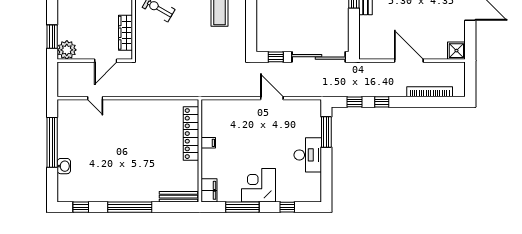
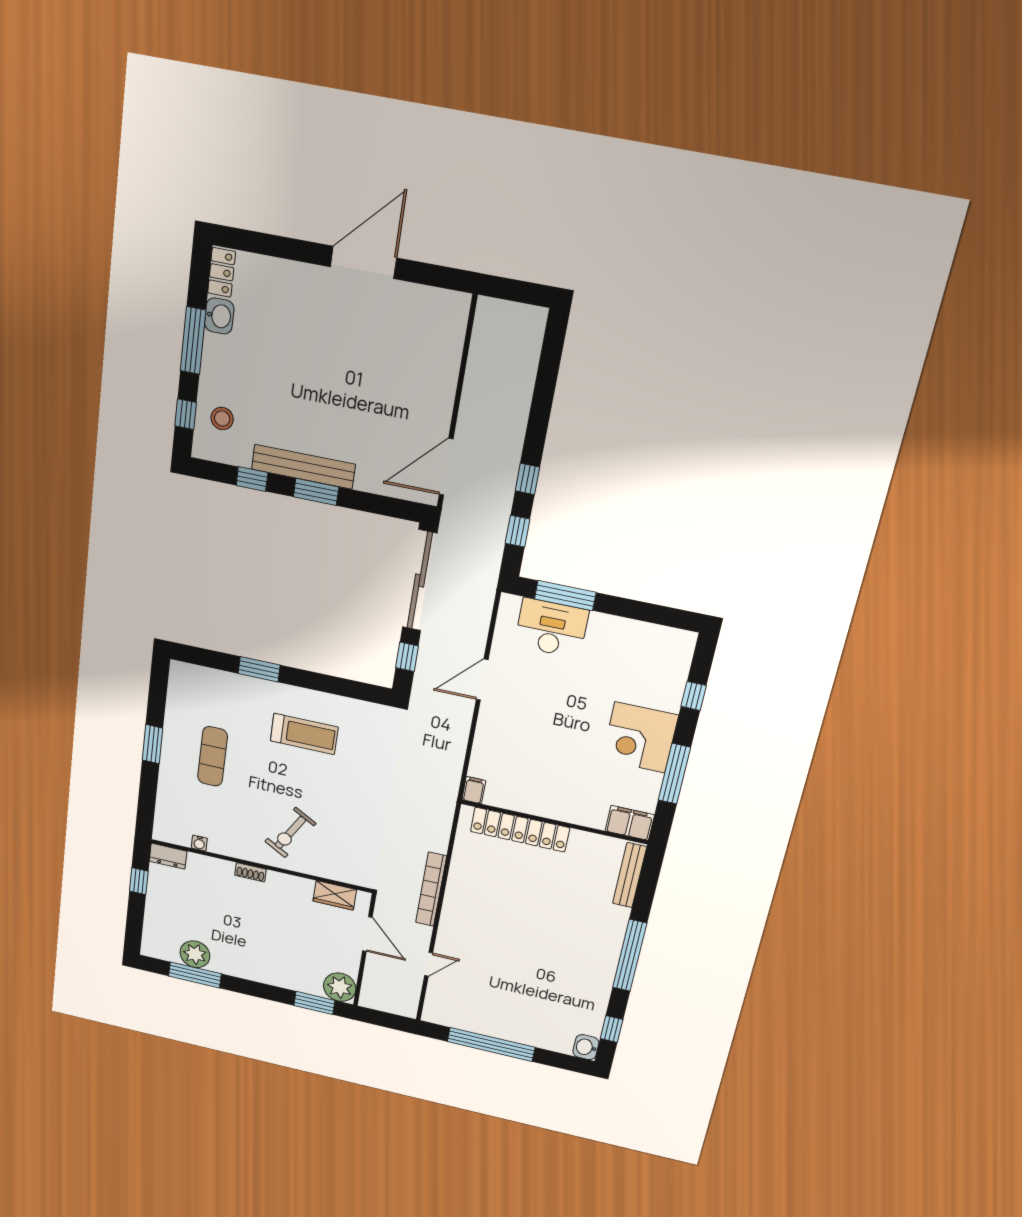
wardrobe: (125, 33) -> (335, 895), width x0.67
shower: (456, 51) -> (452, 309), removed
door: (409, 61) -> (446, 467), moved
bookcase: (430, 92) -> (431, 889), moved
filing cabinet: (208, 143) -> (474, 790), moved
desk: (308, 155) -> (551, 628), moved
washbasin: (64, 166) -> (586, 1047), moved, turned -90

